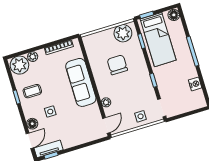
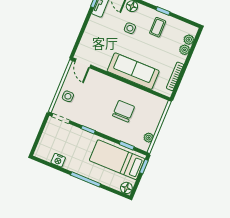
plant: (123, 33) -> (149, 138), width x0.53, depth x0.53
plant: (19, 65) -> (189, 40), width x0.53, depth x0.53
chair: (117, 65) -> (124, 111), turned -90
plant: (106, 102) -> (101, 78), removed

